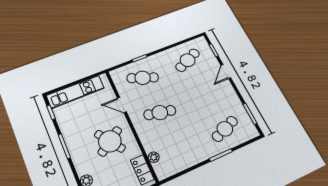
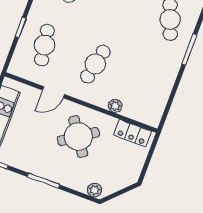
cafe table: (143, 78) -> (44, 45), turned -30
plant: (154, 157) -> (115, 106), moved

